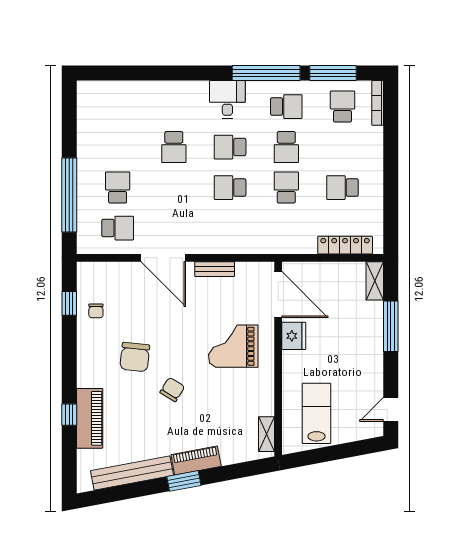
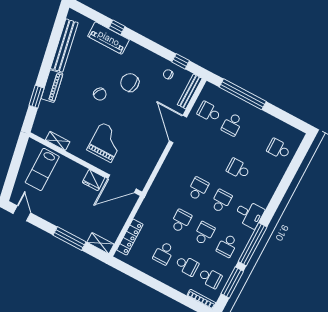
school desk: (118, 107) -> (279, 149), added
school desk: (286, 147) -> (204, 233), turned 90
school desk: (342, 147) -> (187, 265), added
school desk: (118, 188) -> (232, 124), turned 90
school desk: (286, 188) -> (181, 221), turned -90
school desk: (342, 188) -> (164, 253), turned 180
school desk: (118, 228) -> (209, 112), turned 90
door: (163, 258) -> (178, 129), hinge flipped
bench: (215, 269) -> (190, 91), moved, width x1.36
lab bench: (317, 413) -> (42, 169), turned 90
shelving: (267, 434) -> (58, 141), moved
window: (184, 481) -> (36, 97), moved

